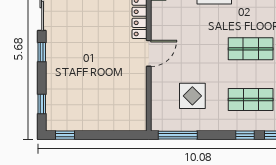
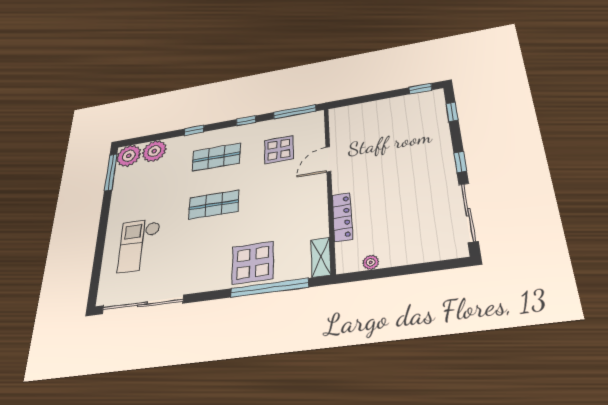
door: (149, 53) -> (328, 159), moved
window: (245, 135) -> (246, 121), moved

